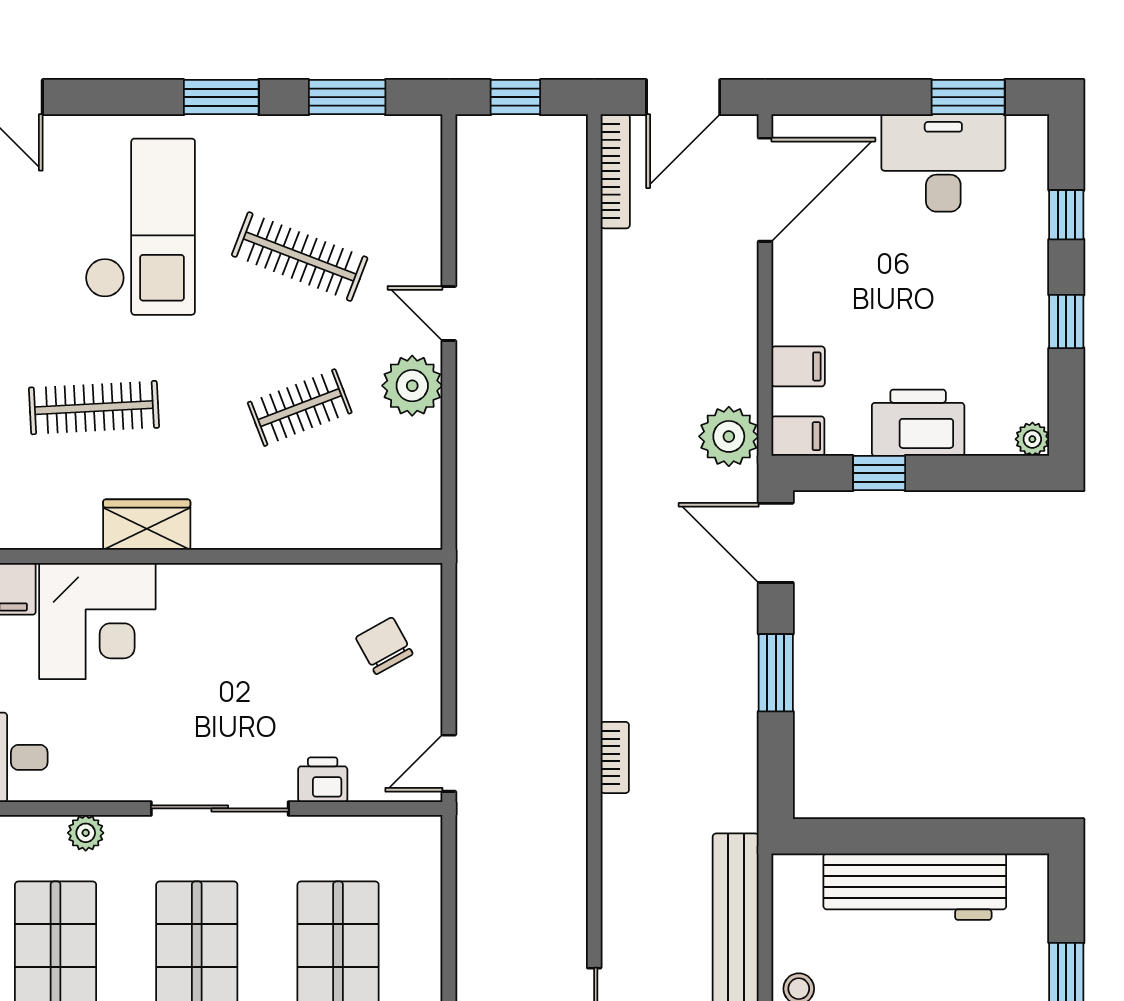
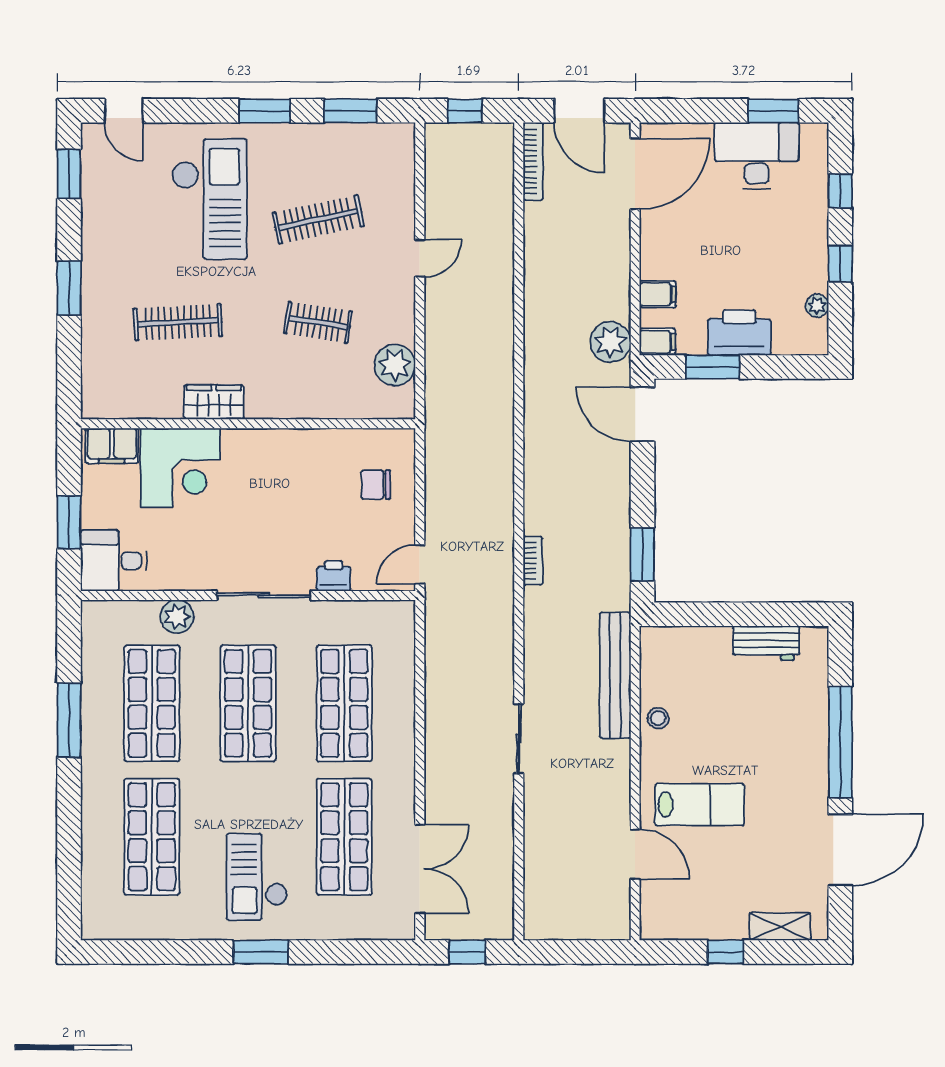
door: (683, 97) -> (579, 111), hinge flipped
clothes rail: (300, 257) -> (318, 219), turned -33
door: (449, 313) -> (420, 258), swing flipped
plant: (412, 386) -> (395, 365), moved
clothes rail: (300, 408) -> (318, 322), turned 30
plant: (1032, 439) -> (817, 306), moved
window: (879, 473) -> (713, 367), width x1.50
chair: (384, 646) -> (376, 485), turned -61
window: (776, 673) -> (642, 554), moved
plant: (86, 833) -> (177, 617), width x1.38, depth x1.38
workbench: (915, 887) -> (766, 643), width x0.53, depth x0.76

